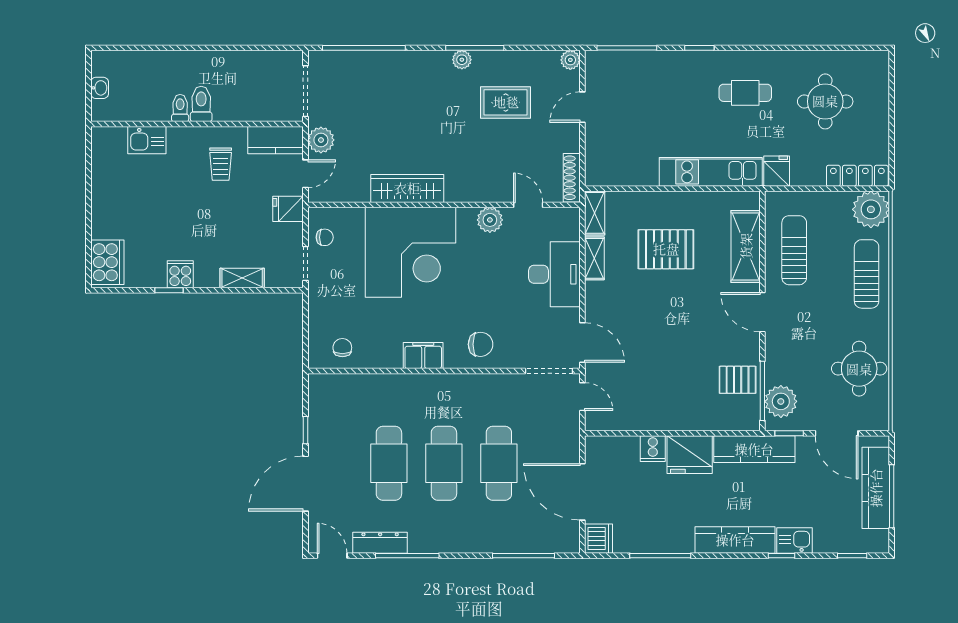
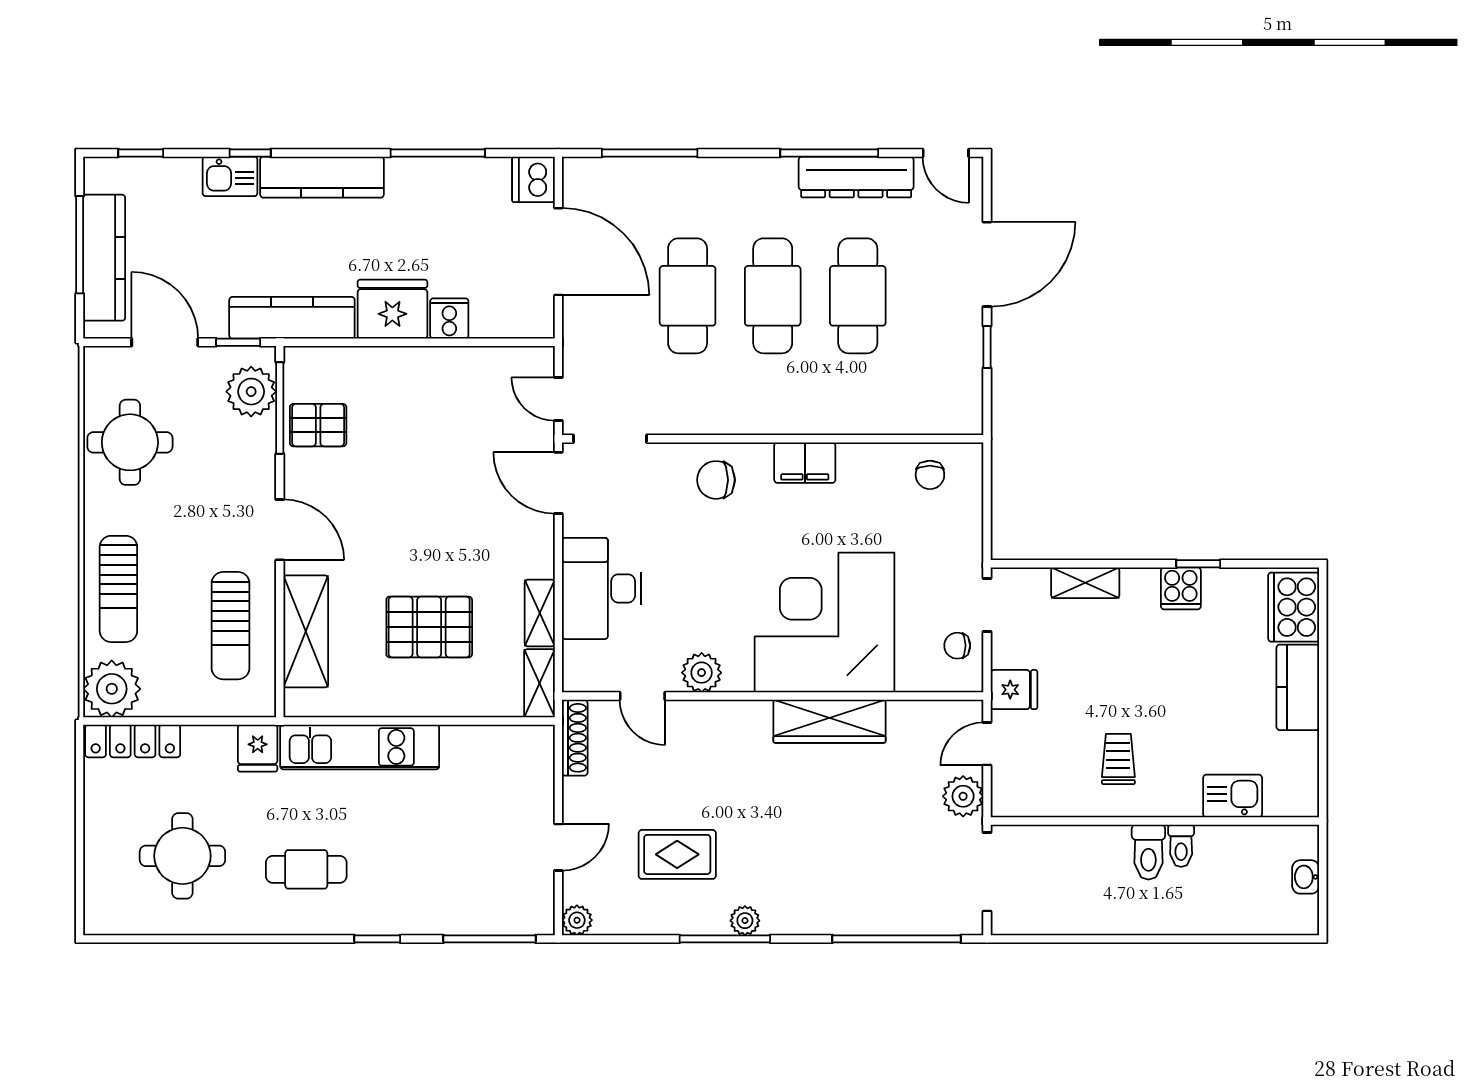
kitchen counter: (276, 140) -> (1298, 687), moved, turned -90
dresser: (380, 543) -> (856, 177), width x1.37, depth x1.24

